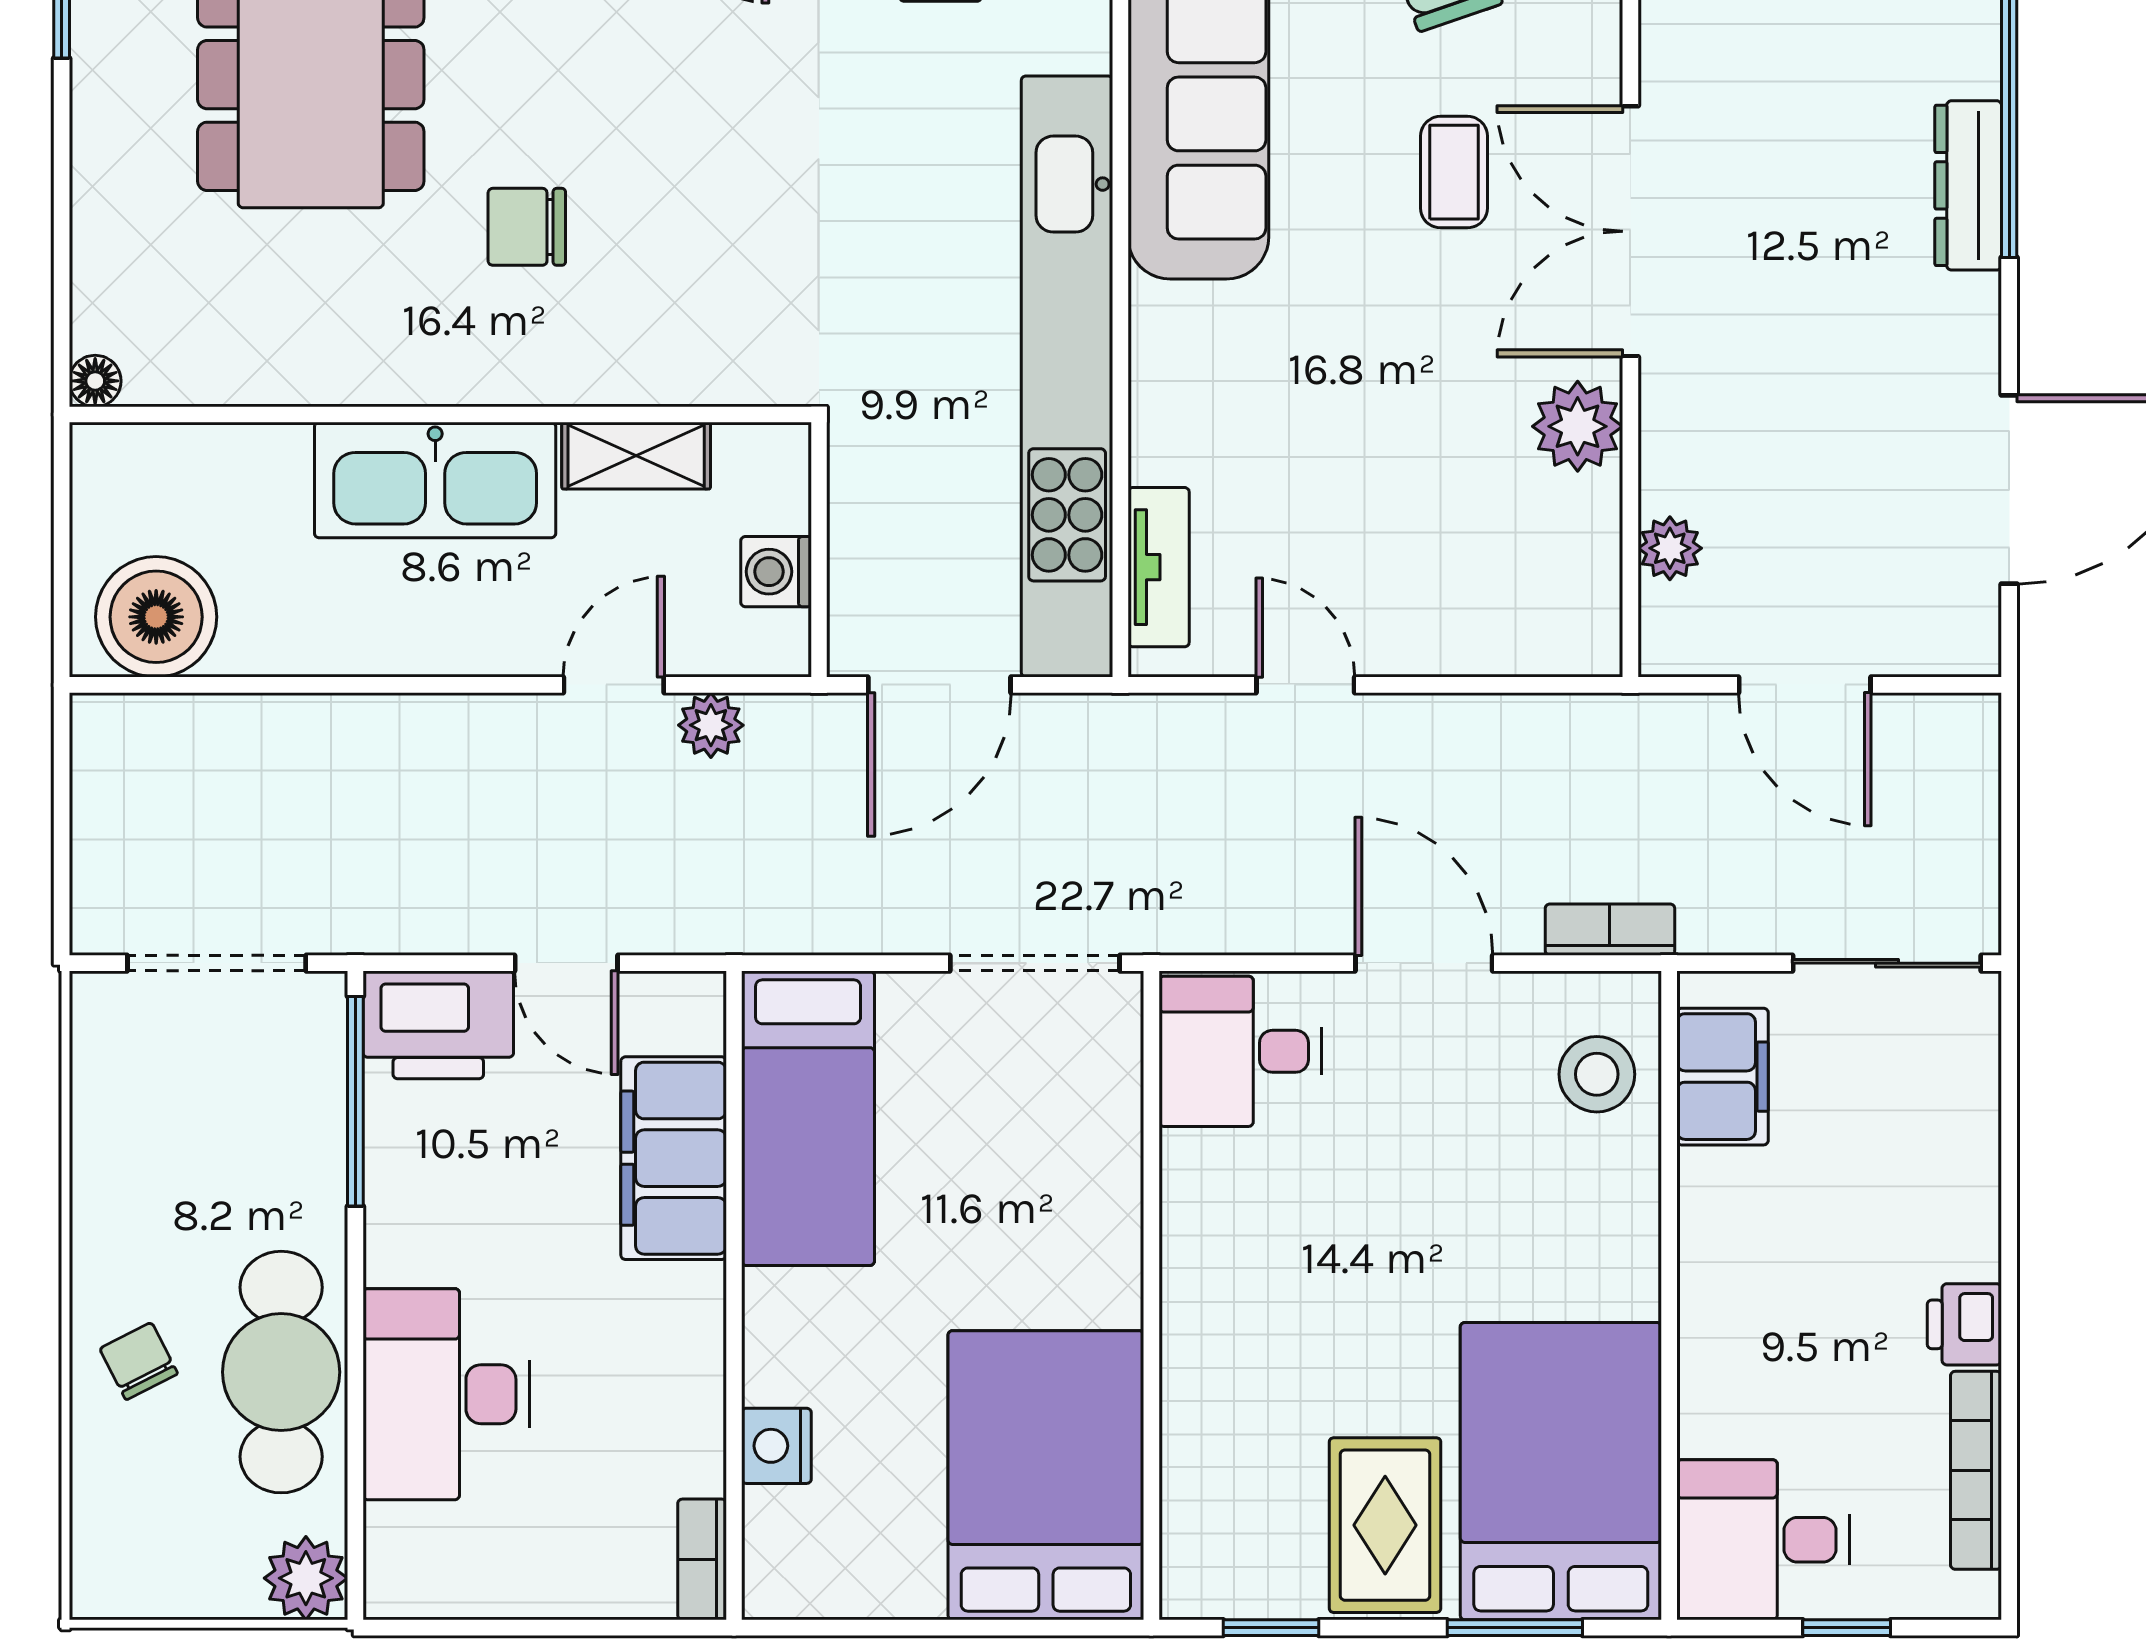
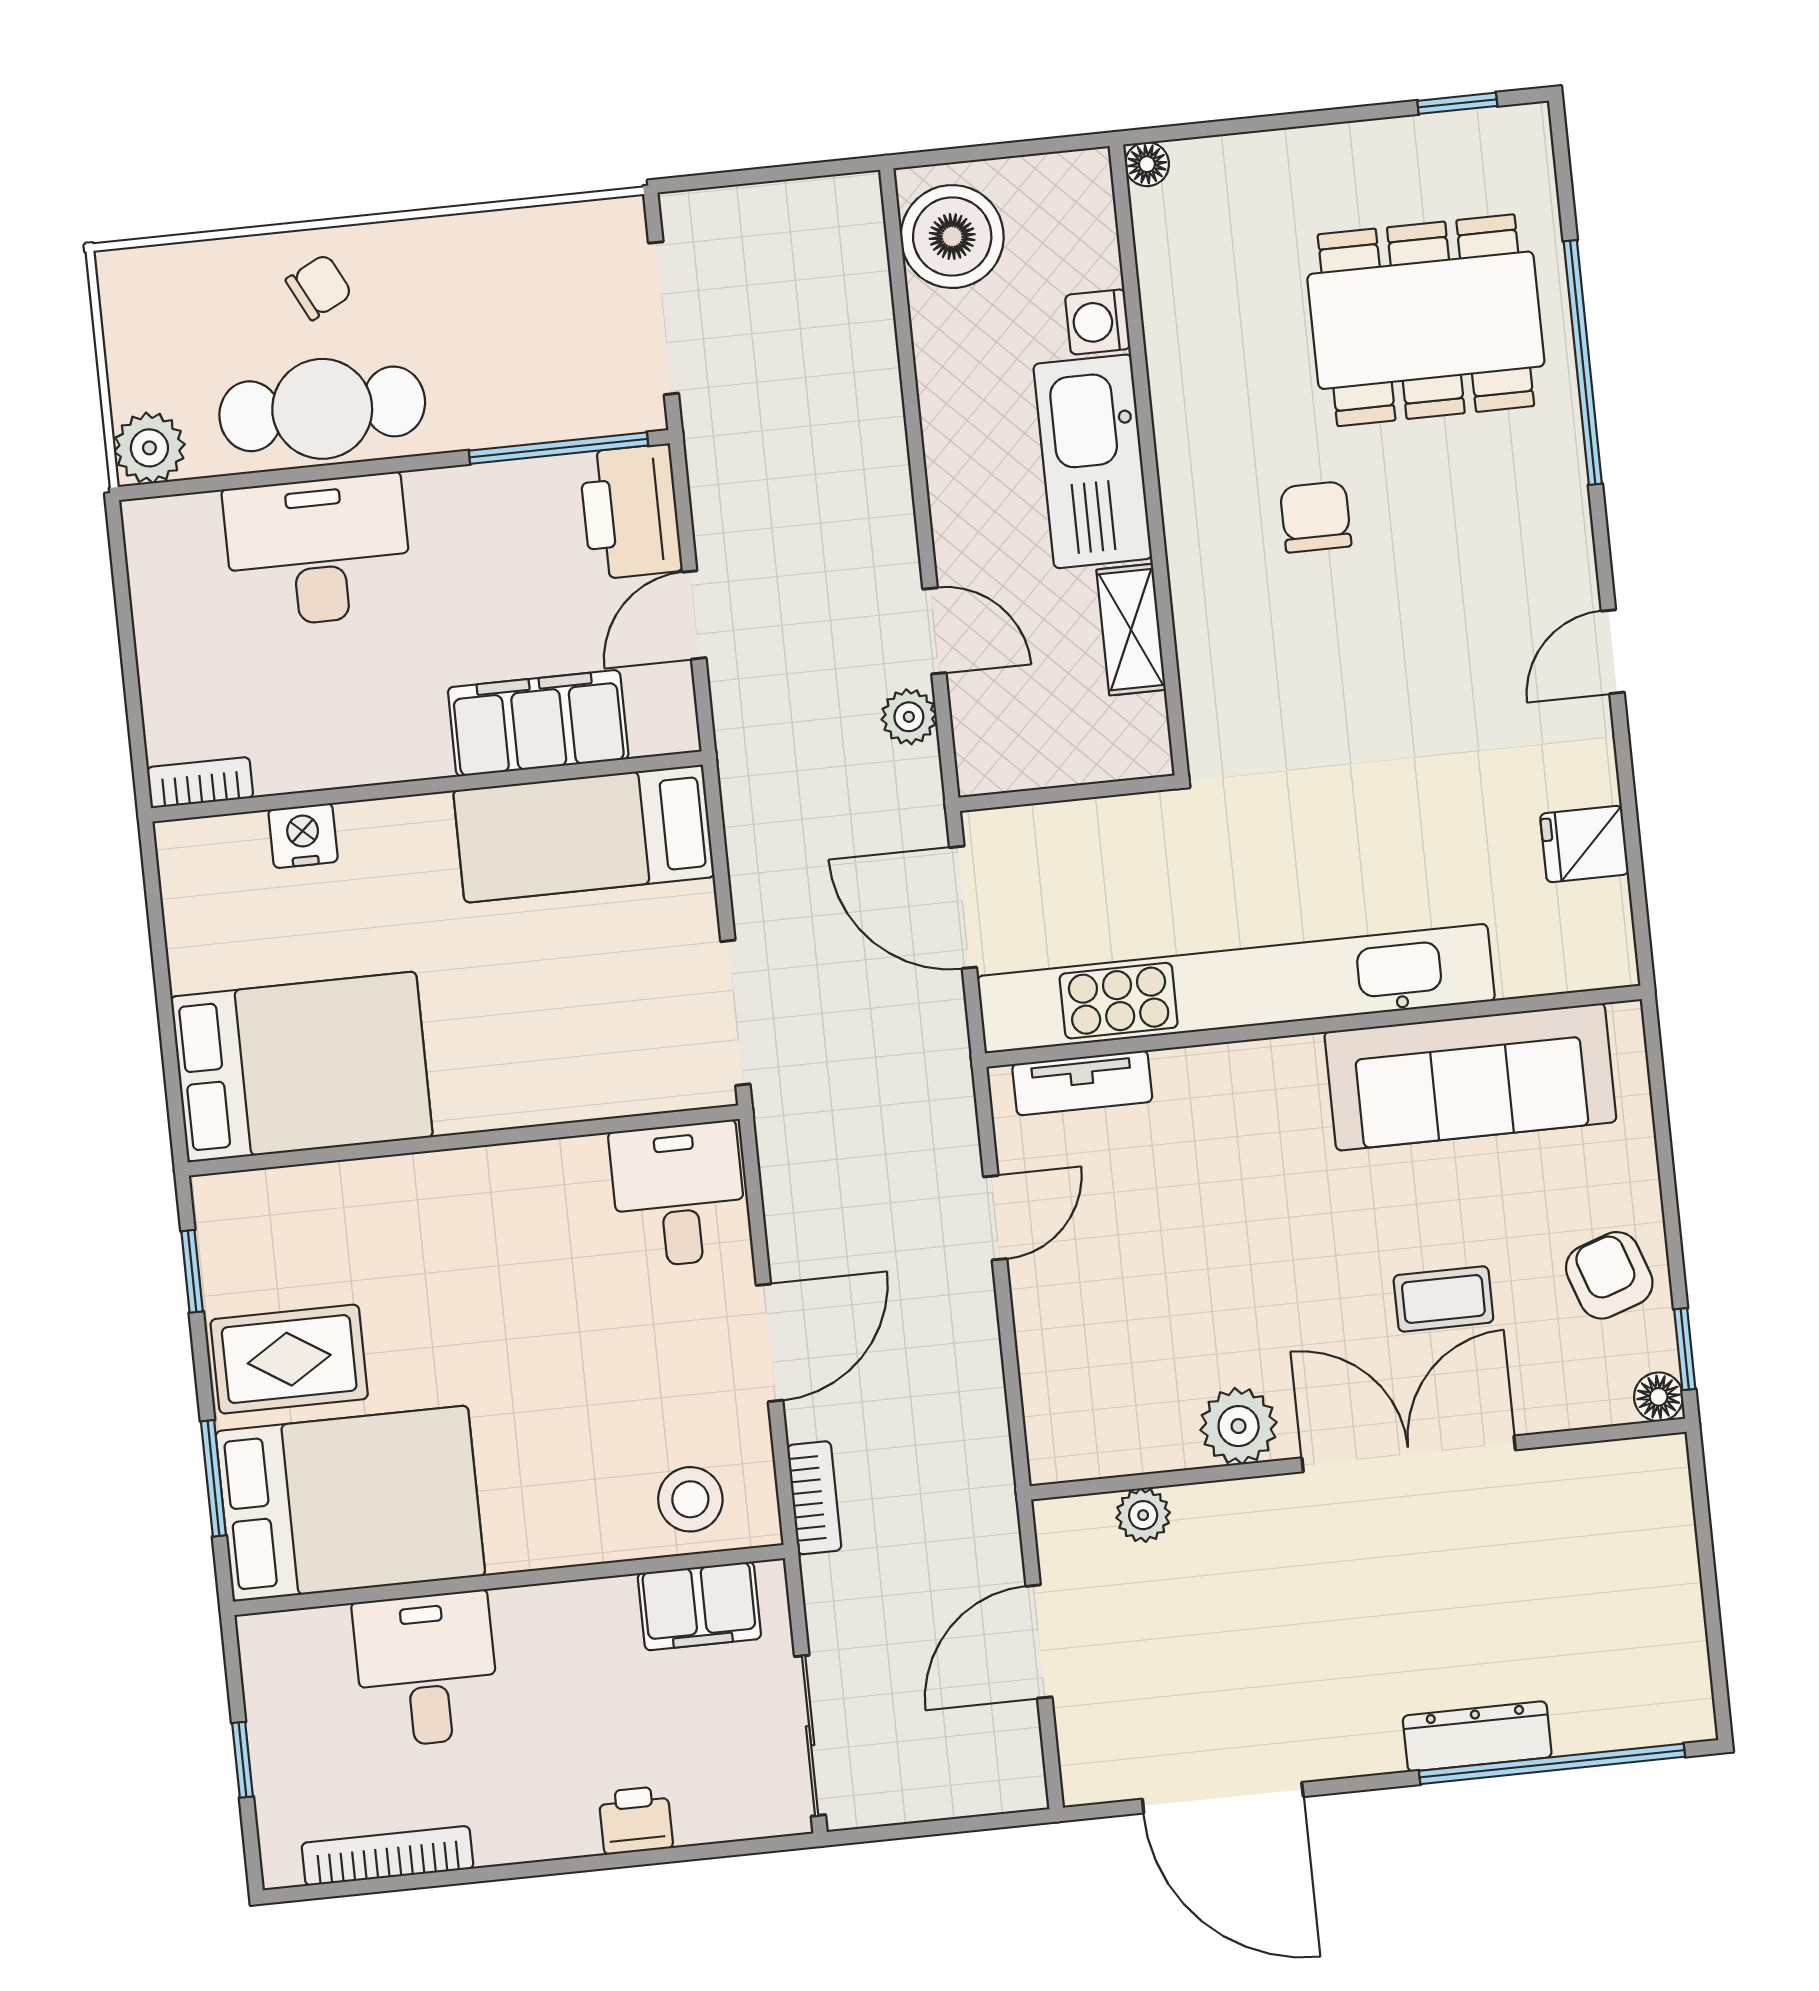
washing machine: (776, 572) -> (1098, 322), moved, turned -90
printer: (1964, 1324) -> (636, 1820), moved
desk: (1763, 1540) -> (426, 1669), moved

